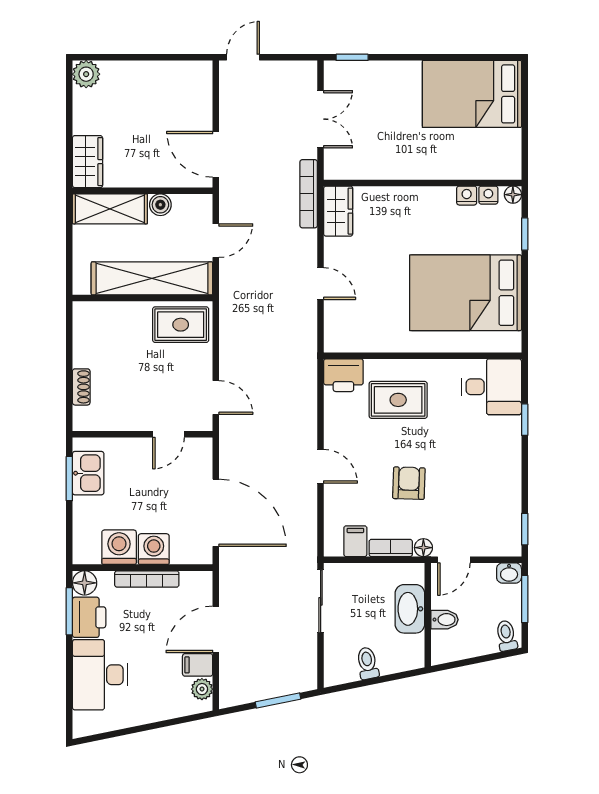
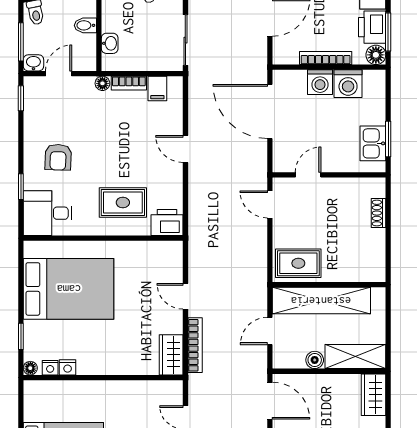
bookcase: (309, 194) -> (195, 345), moved
armchair: (409, 483) -> (58, 157), moved
door: (454, 560) -> (59, 74), moved
washbasin: (410, 609) -> (110, 43), width x0.52, depth x0.69

